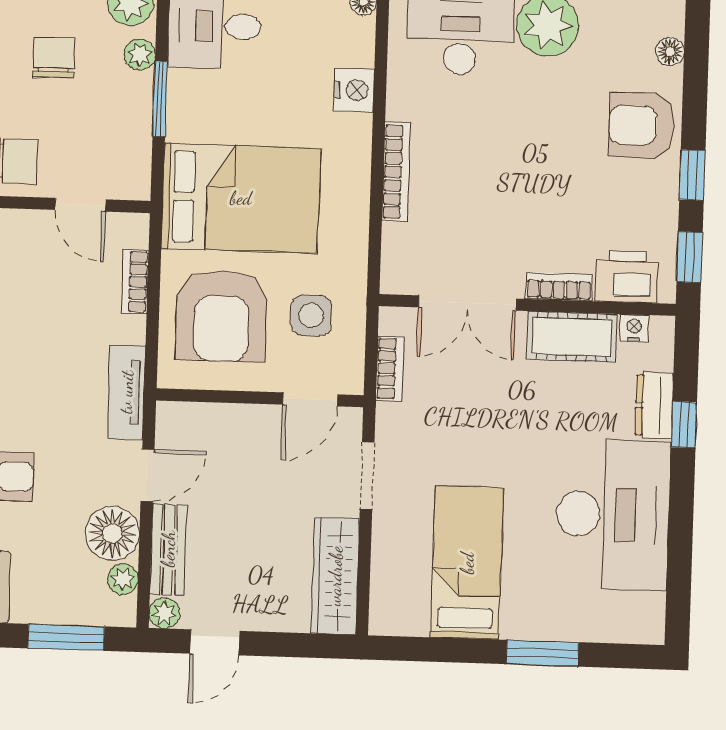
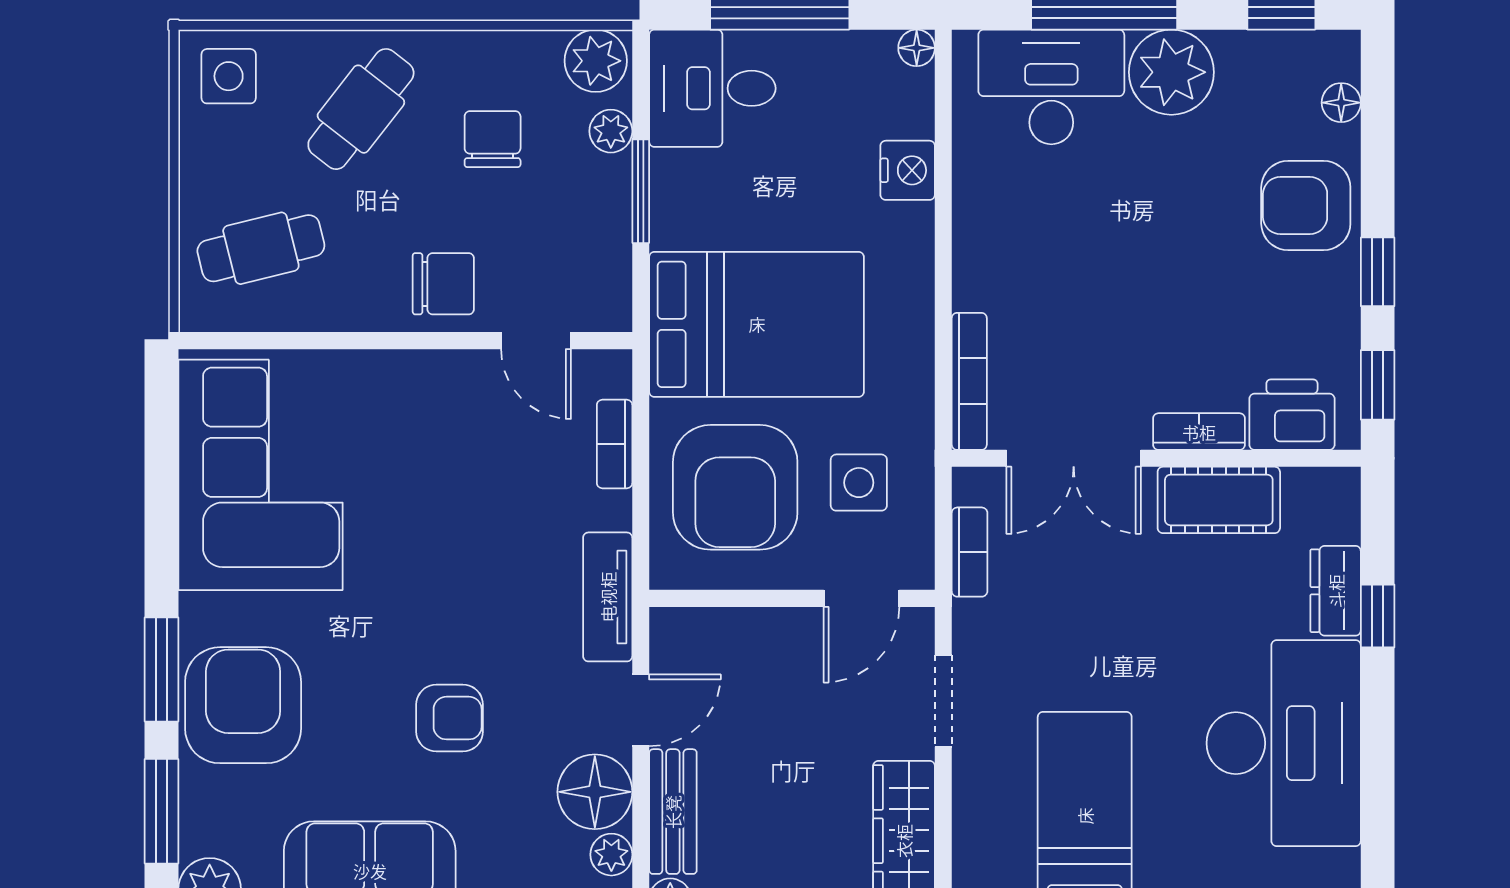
bookcase: (396, 172) -> (969, 381), moved
nightstand: (634, 328) -> (1304, 485), removed

